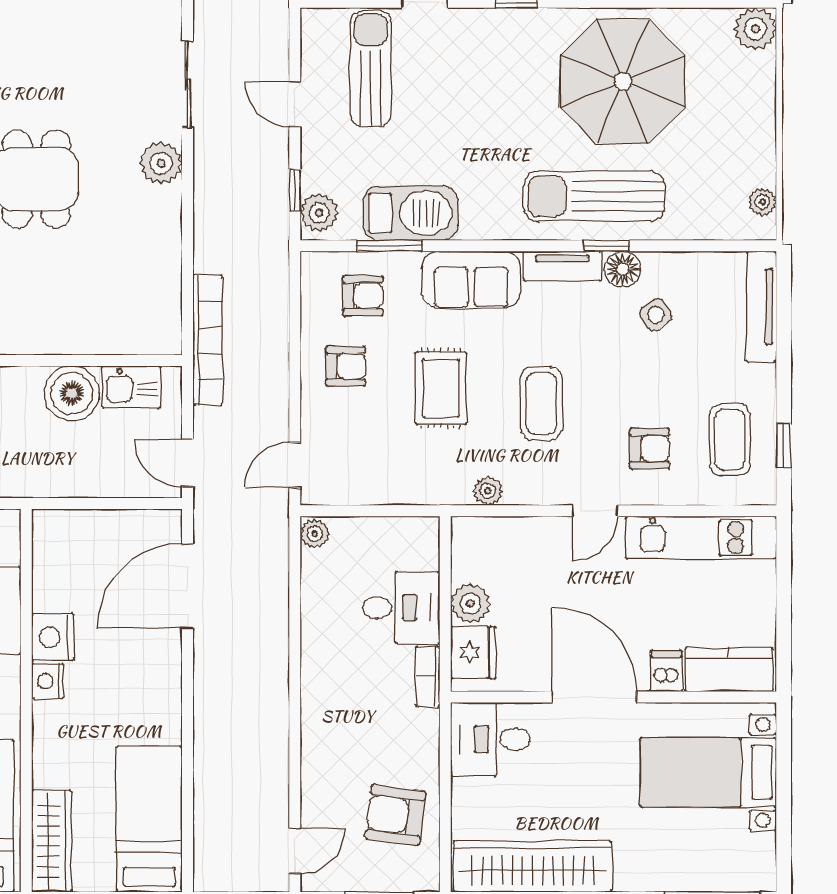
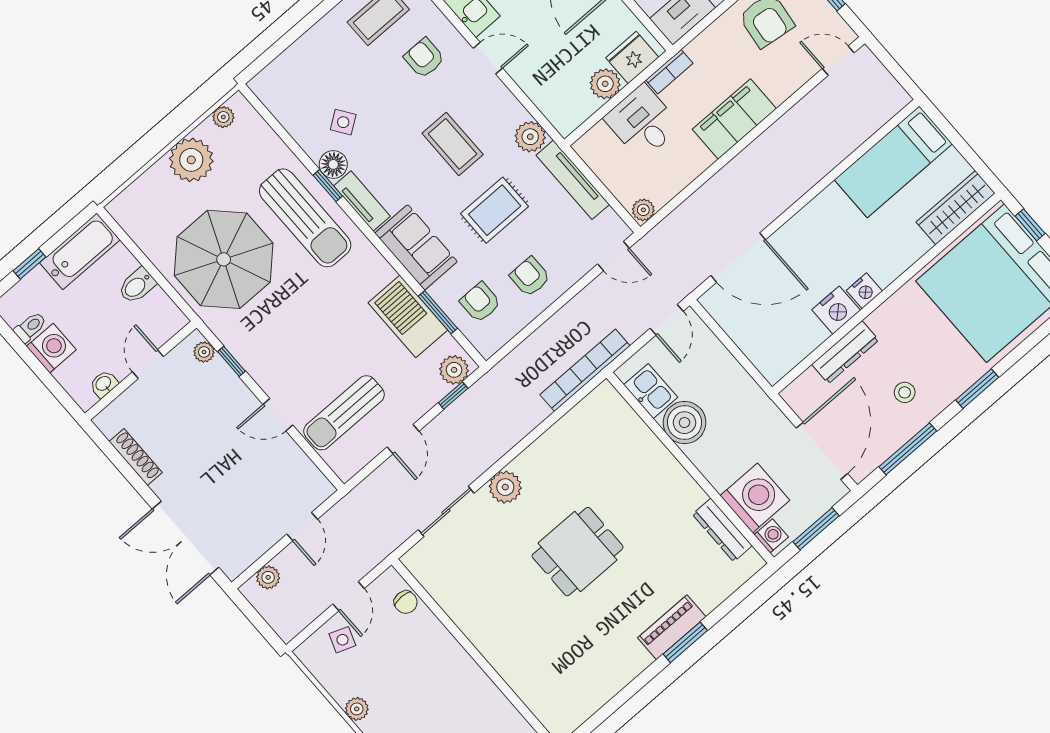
plant: (755, 29) -> (191, 160), moved, width x1.36, depth x1.36
tv unit: (761, 307) -> (573, 180), moved, turned 90
coffee table: (541, 403) -> (453, 144), turned 90
plant: (488, 491) -> (530, 137), width x1.38, depth x1.38
filing cabinet: (326, 700) -> (734, 119), added

